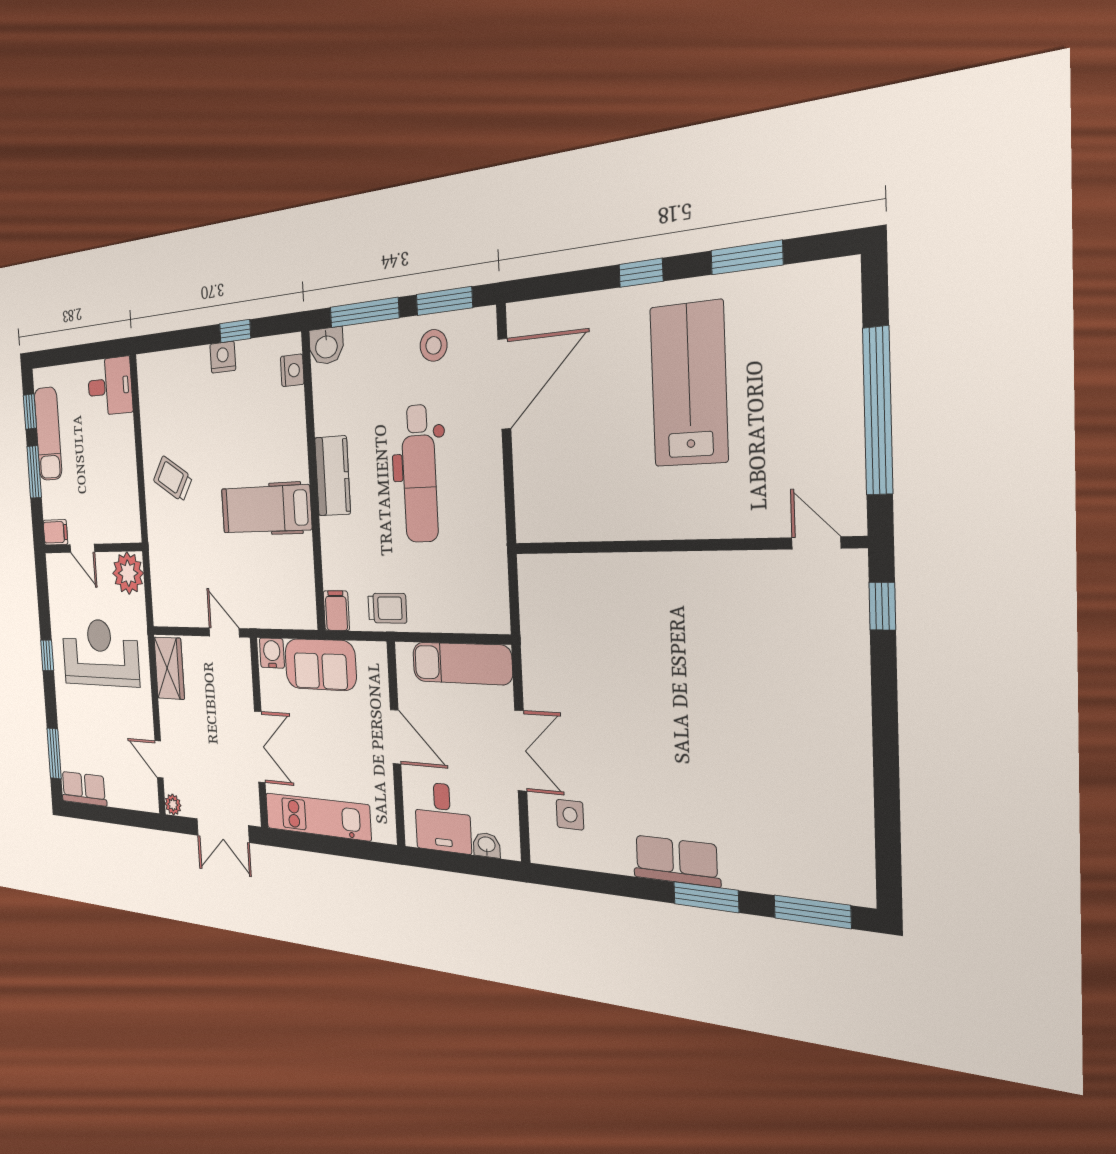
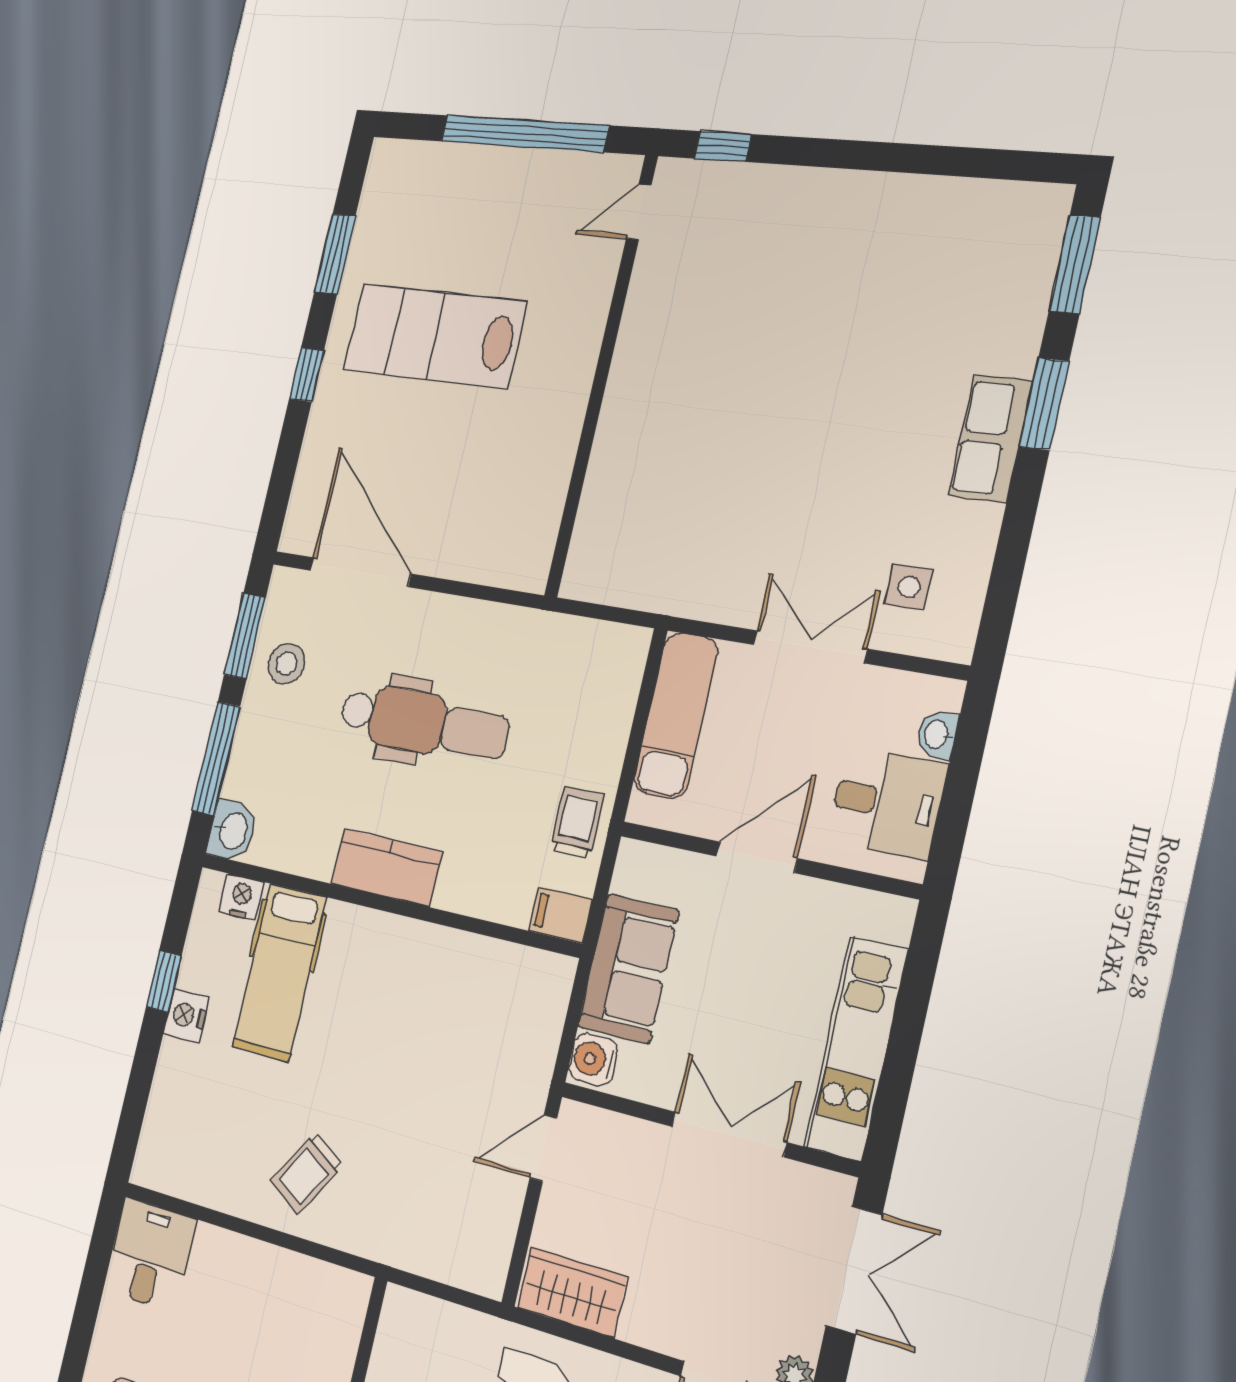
hospital bed: (266, 509) -> (279, 972), moved
plant: (128, 573) -> (411, 1328), removed

